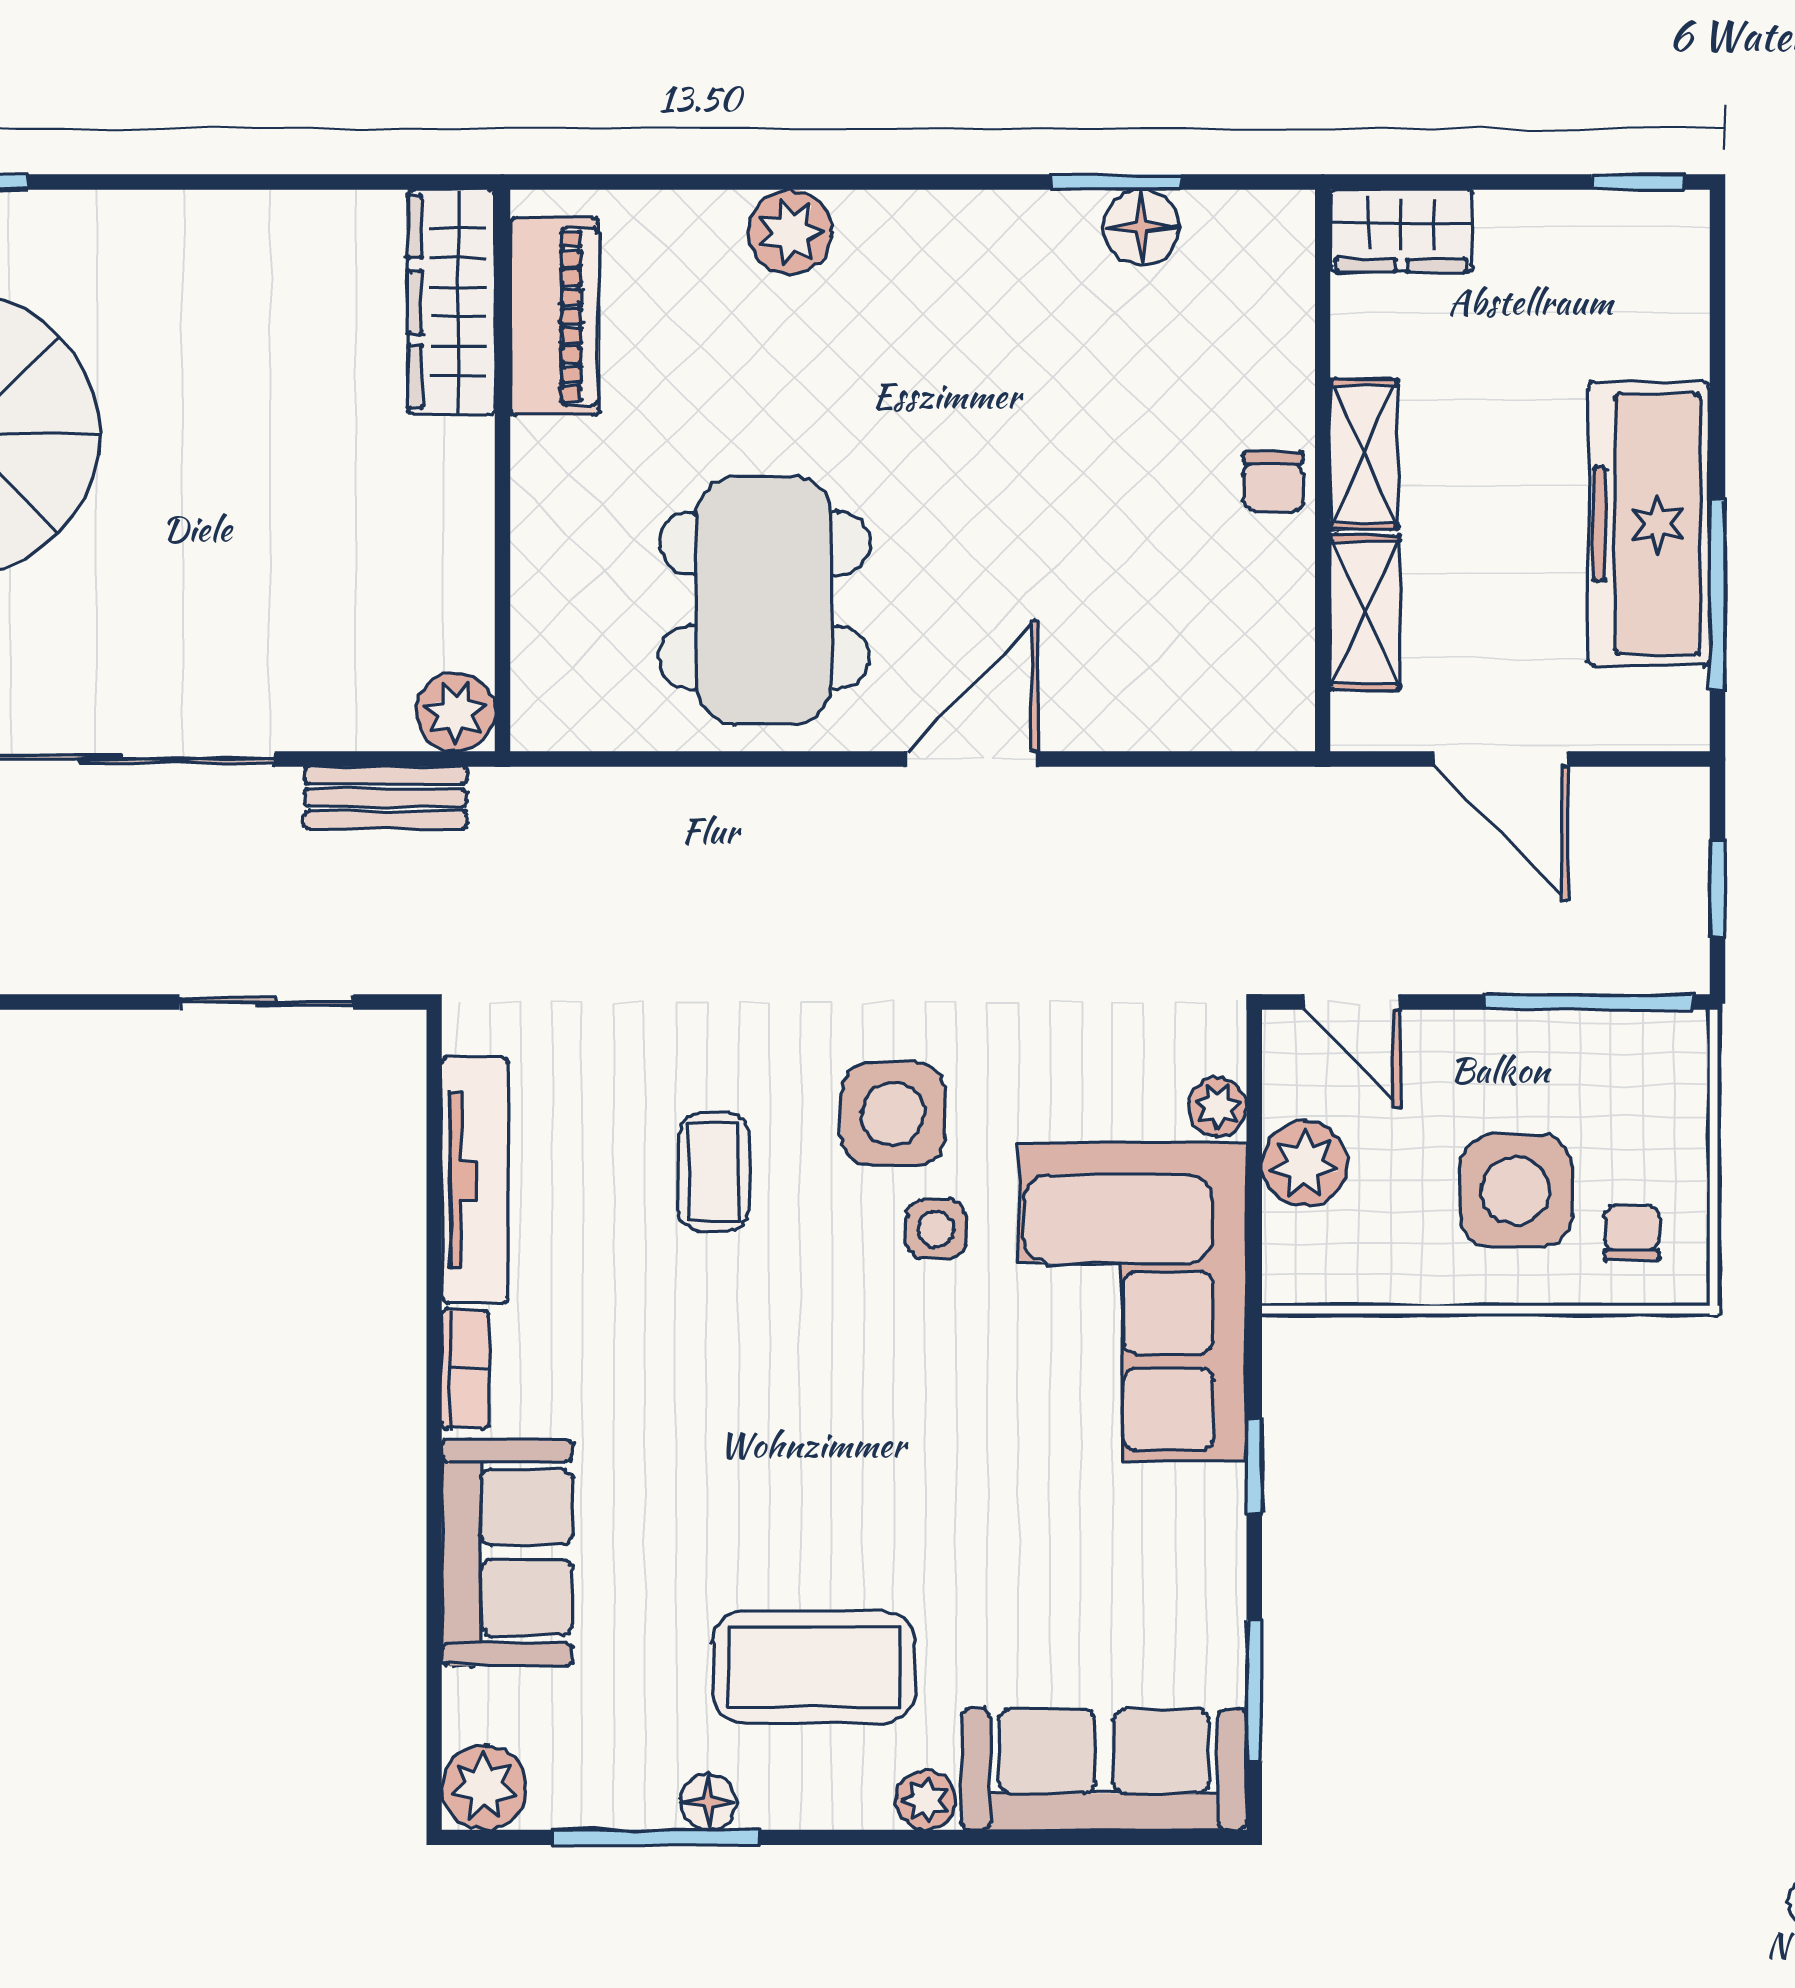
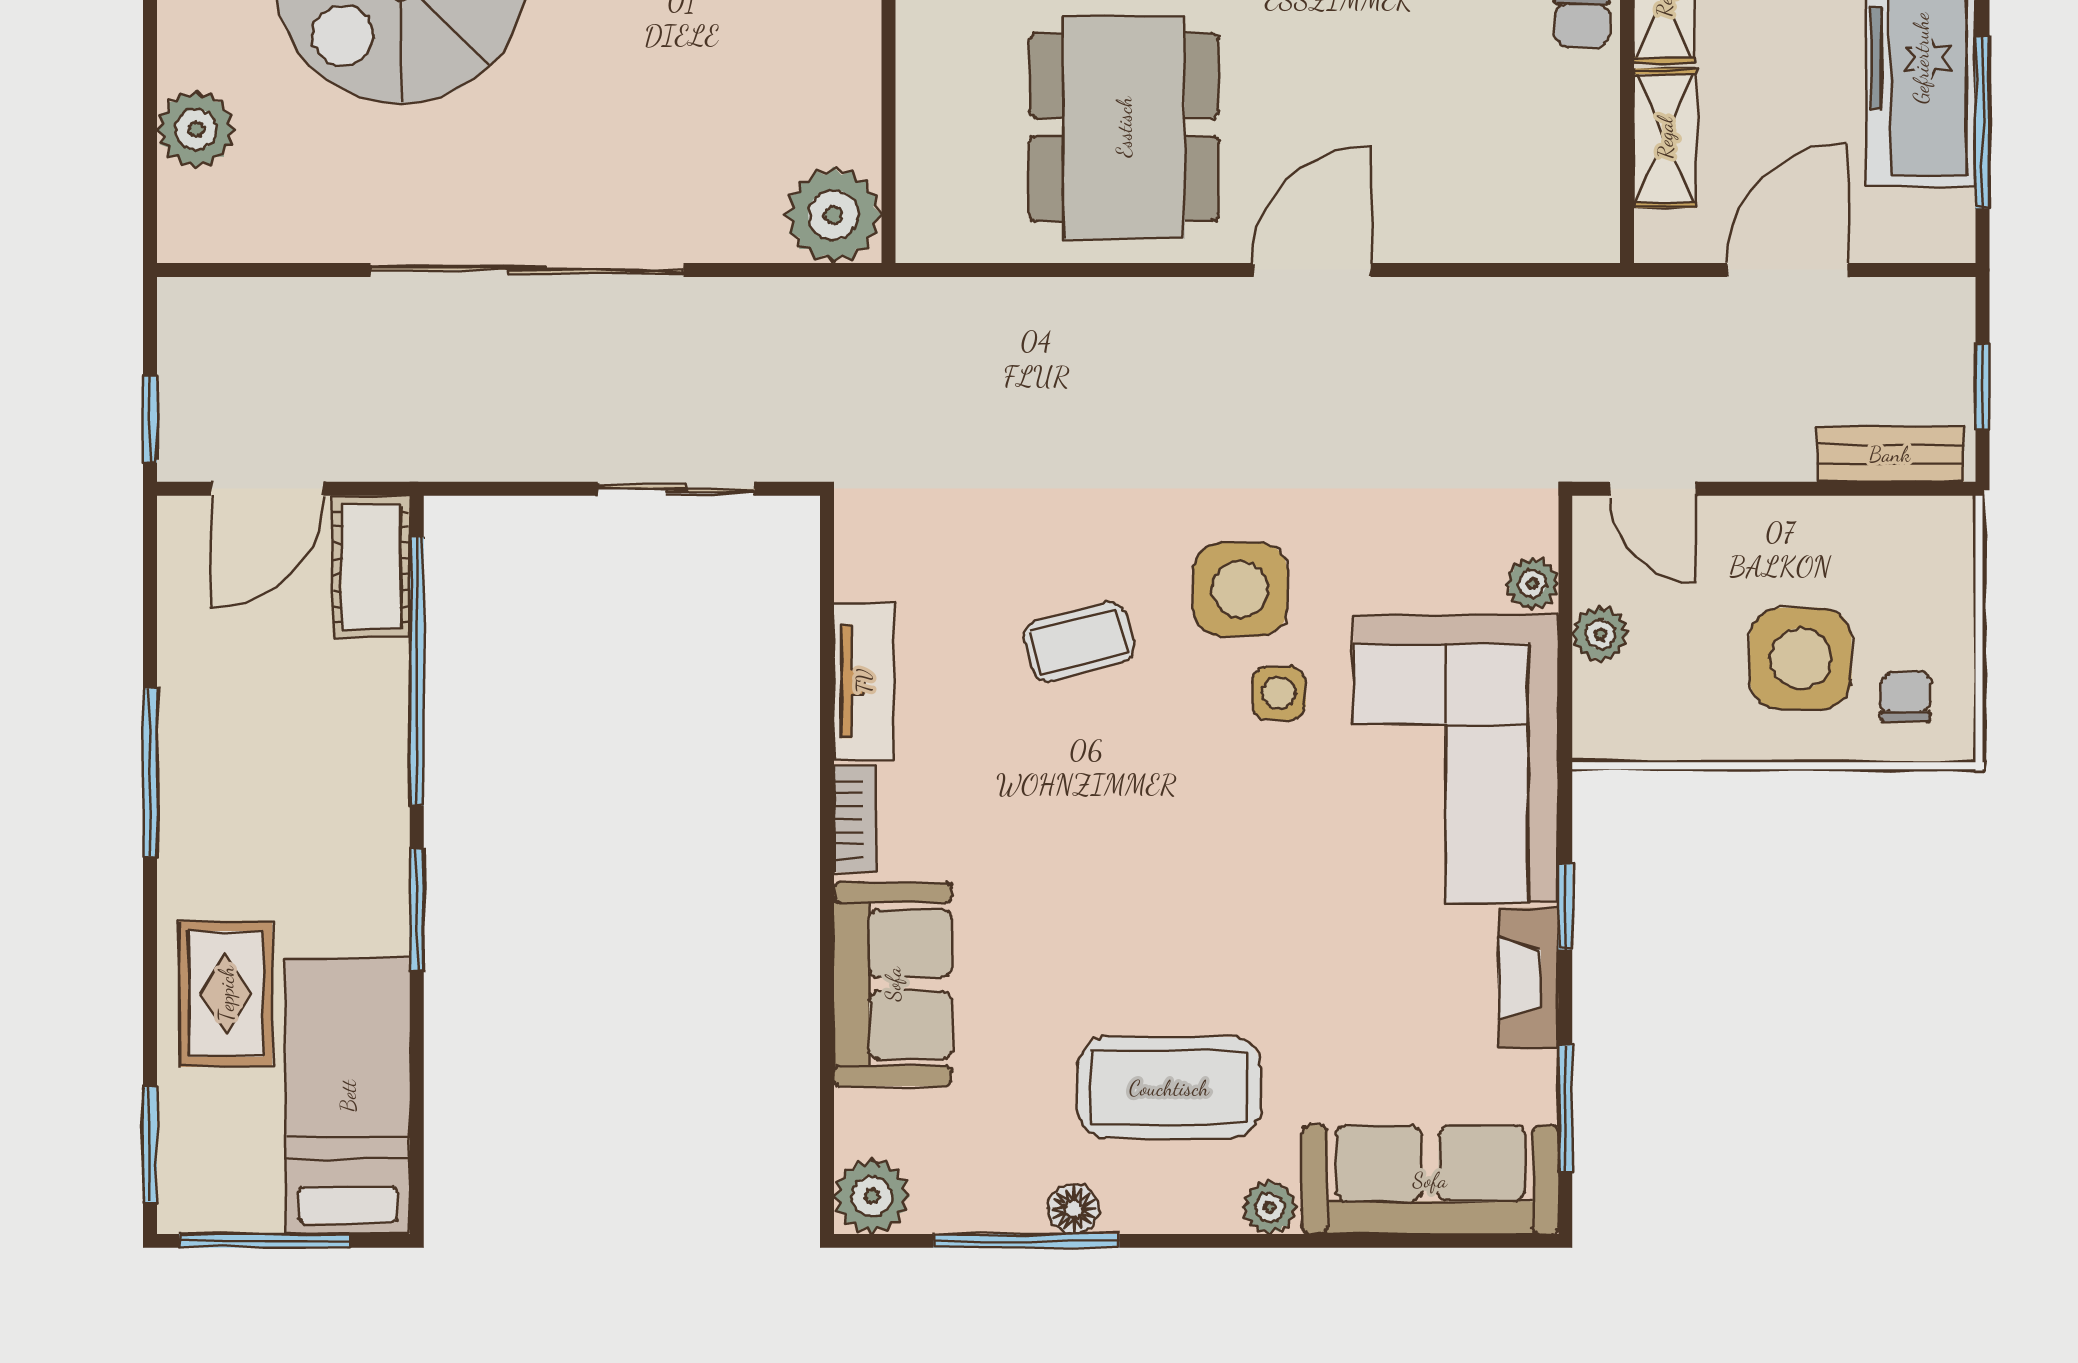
plant: (456, 712) -> (833, 215), width x1.36, depth x1.36
door: (1501, 759) -> (1787, 270), swing flipped
bench: (386, 798) -> (1890, 454), moved
window: (1588, 1002) -> (1866, 489), removed
plant: (1304, 1164) -> (1600, 634), width x0.73, depth x0.73
coffee table: (714, 1172) -> (1079, 642), turned 75
tv unit: (475, 1180) -> (864, 681), width x0.71
fireplace: (1213, 1546) -> (1528, 978), added

